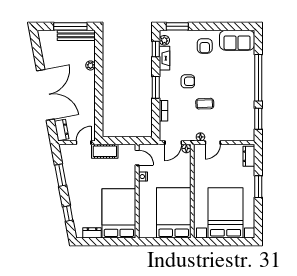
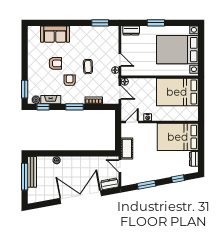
sofa: (237, 40) -> (55, 34), moved, turned 90
armchair: (205, 46) -> (55, 63), moved
window: (258, 78) -> (67, 23), removed

